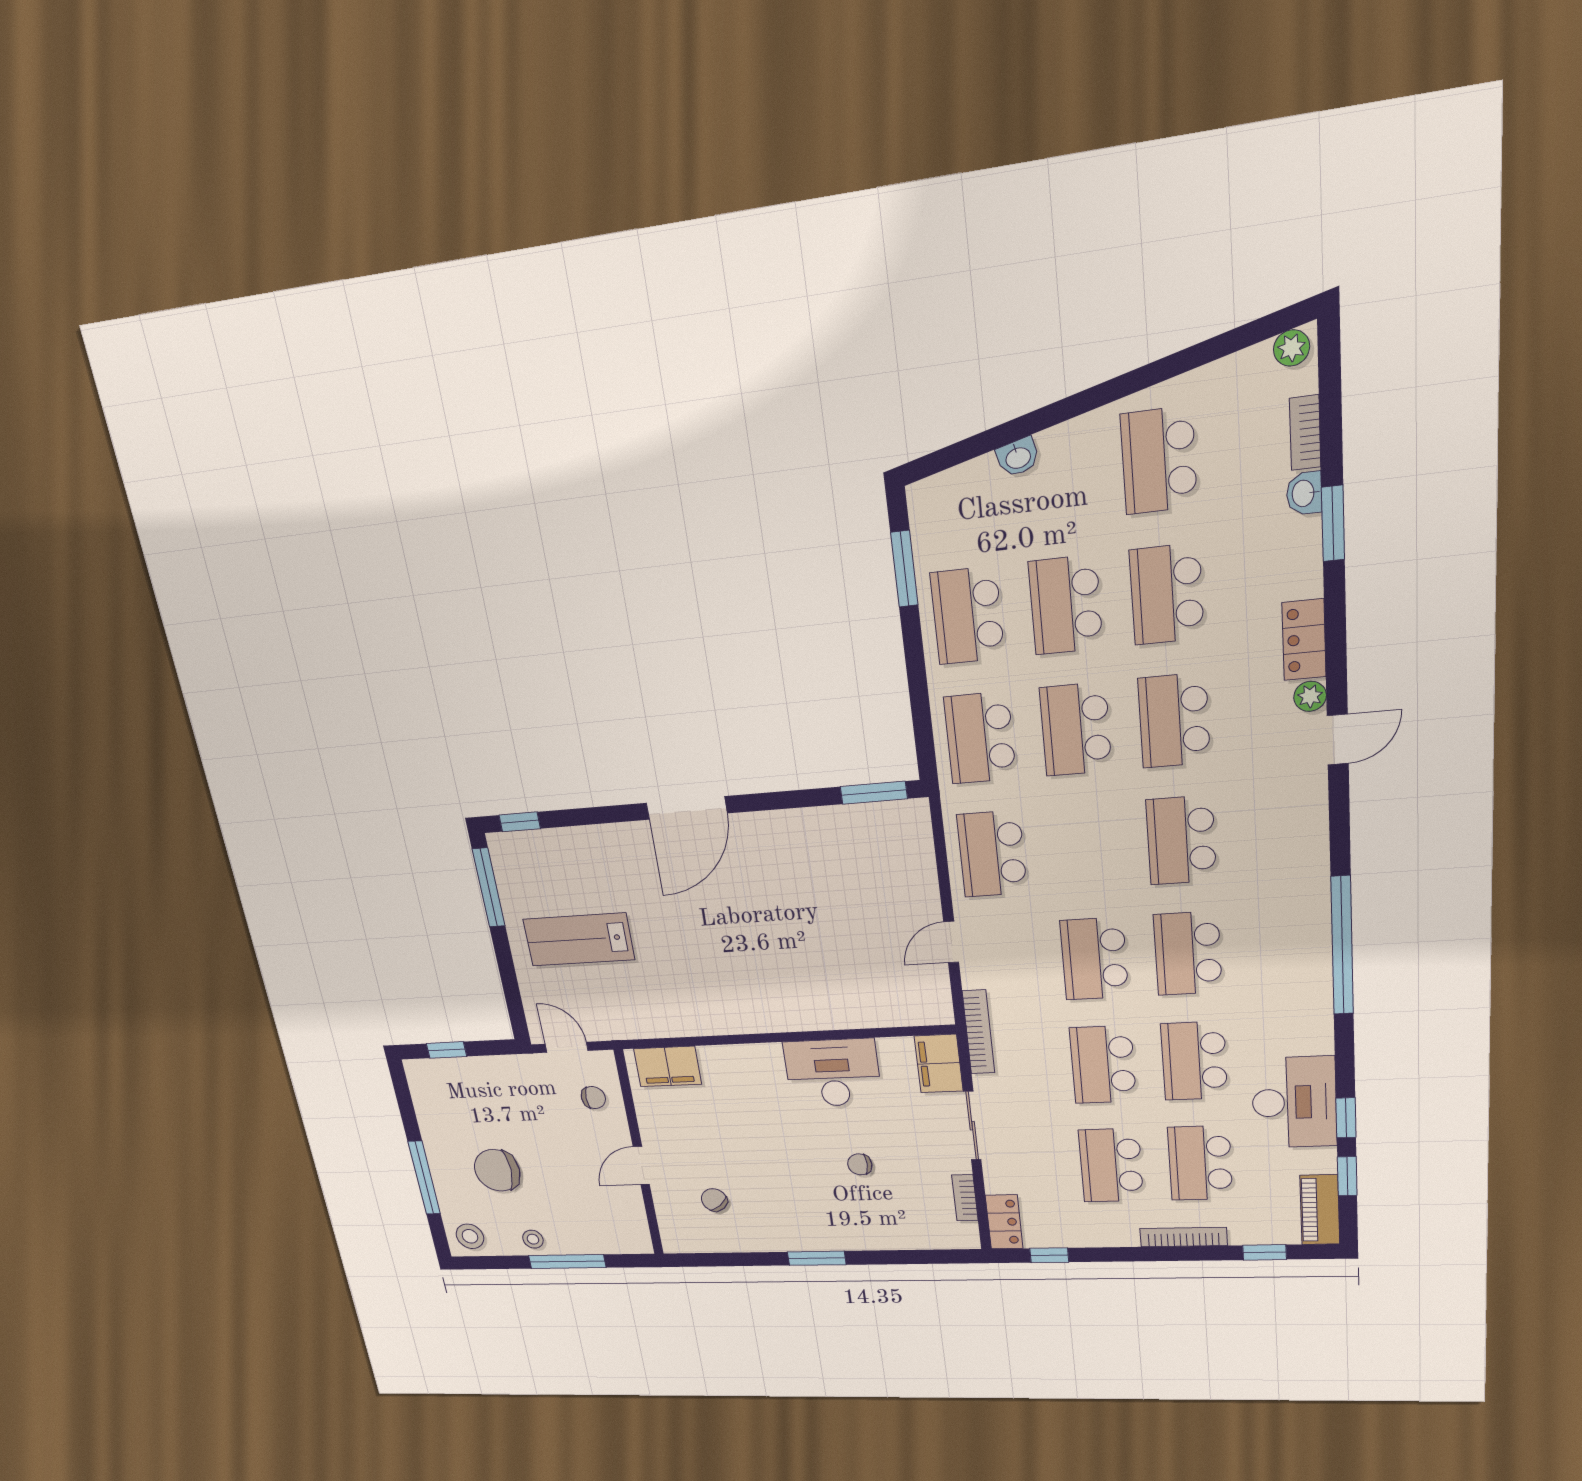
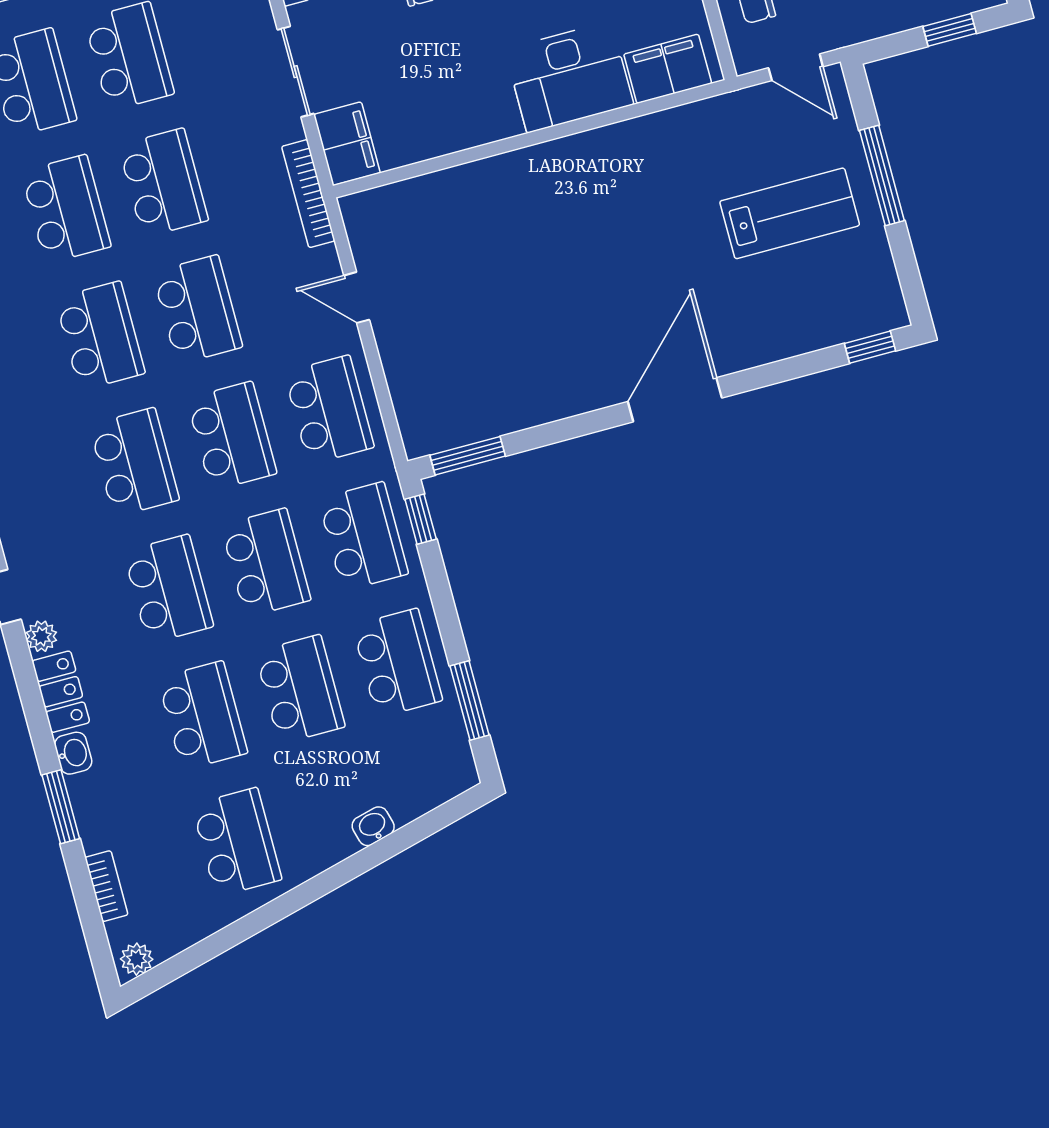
washbasin: (1304, 493) -> (73, 753), moved
window: (925, 744) -> (421, 519), added
school desk: (1085, 847) -> (232, 436), added
window: (489, 888) -> (882, 176), moved
door: (951, 942) -> (357, 298), swing flipped
desk: (833, 1073) -> (569, 77), moved

